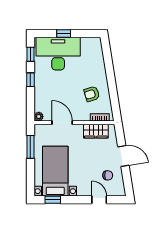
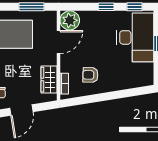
armchair: (92, 94) -> (90, 75), turned -72
plant: (39, 117) -> (70, 20), width x1.87, depth x1.87

